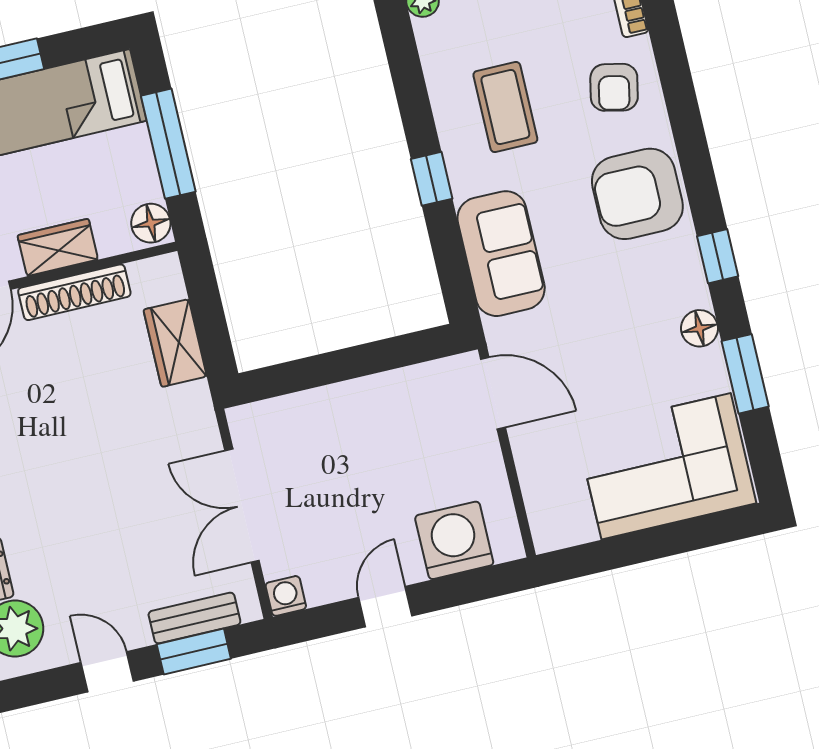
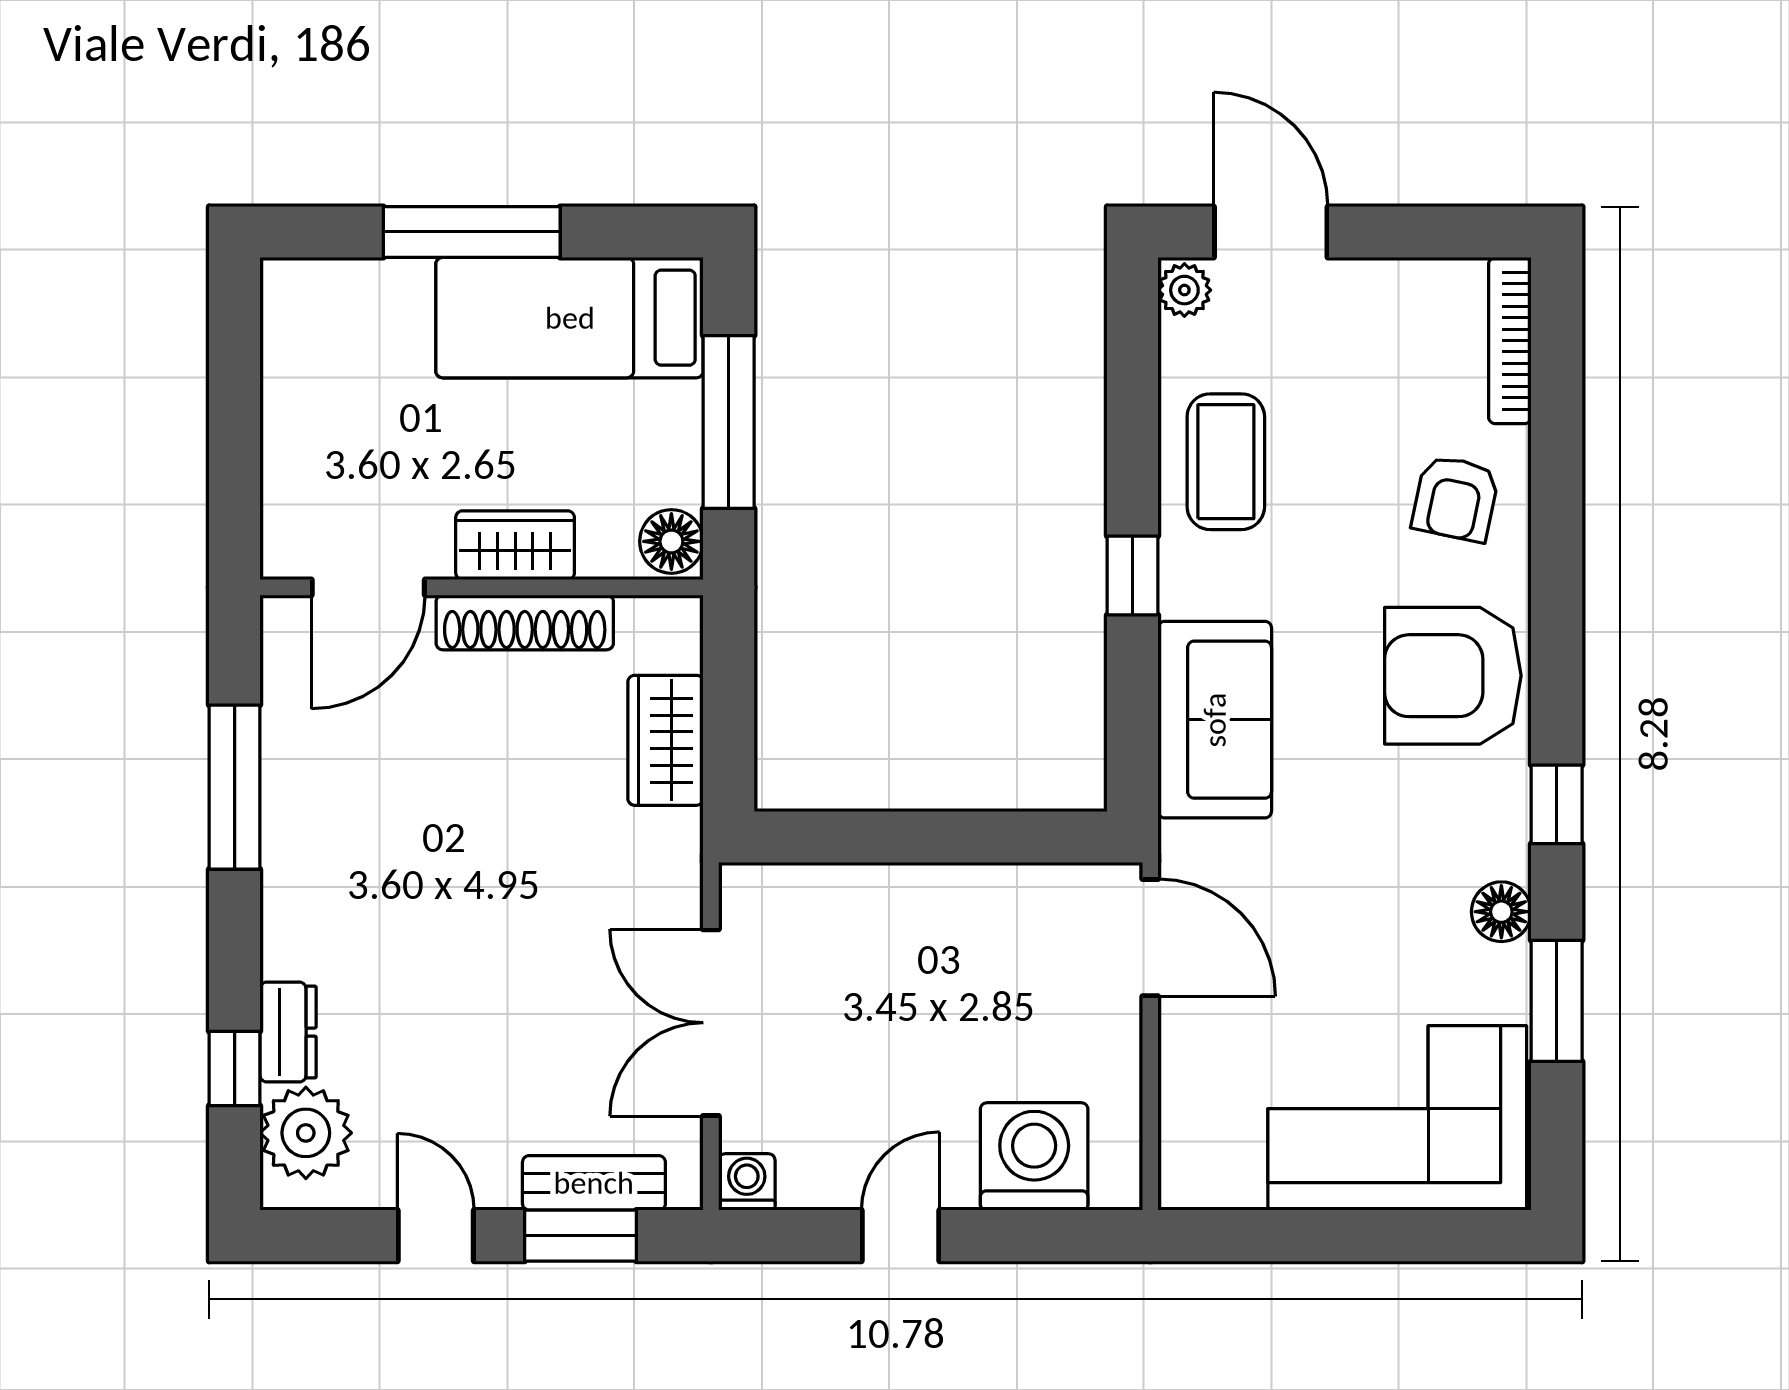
coffee table: (505, 107) -> (1226, 462), moved

